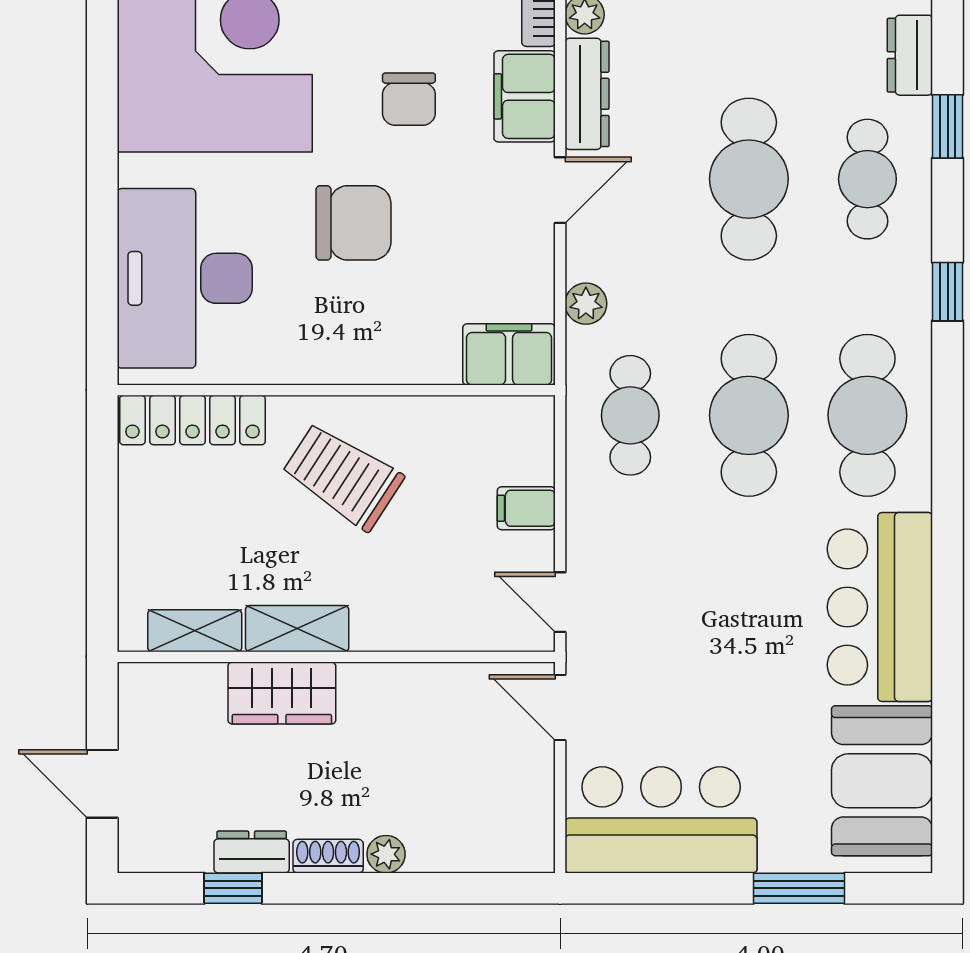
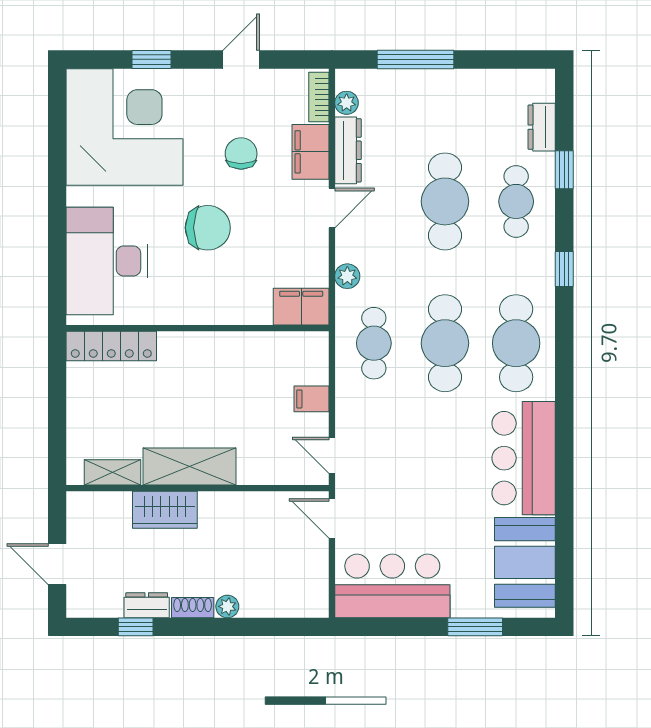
chair: (409, 99) -> (241, 154), turned 180
trolley: (343, 476) -> (201, 380), removed
shelving: (297, 629) -> (189, 466), width x1.50, depth x1.33

